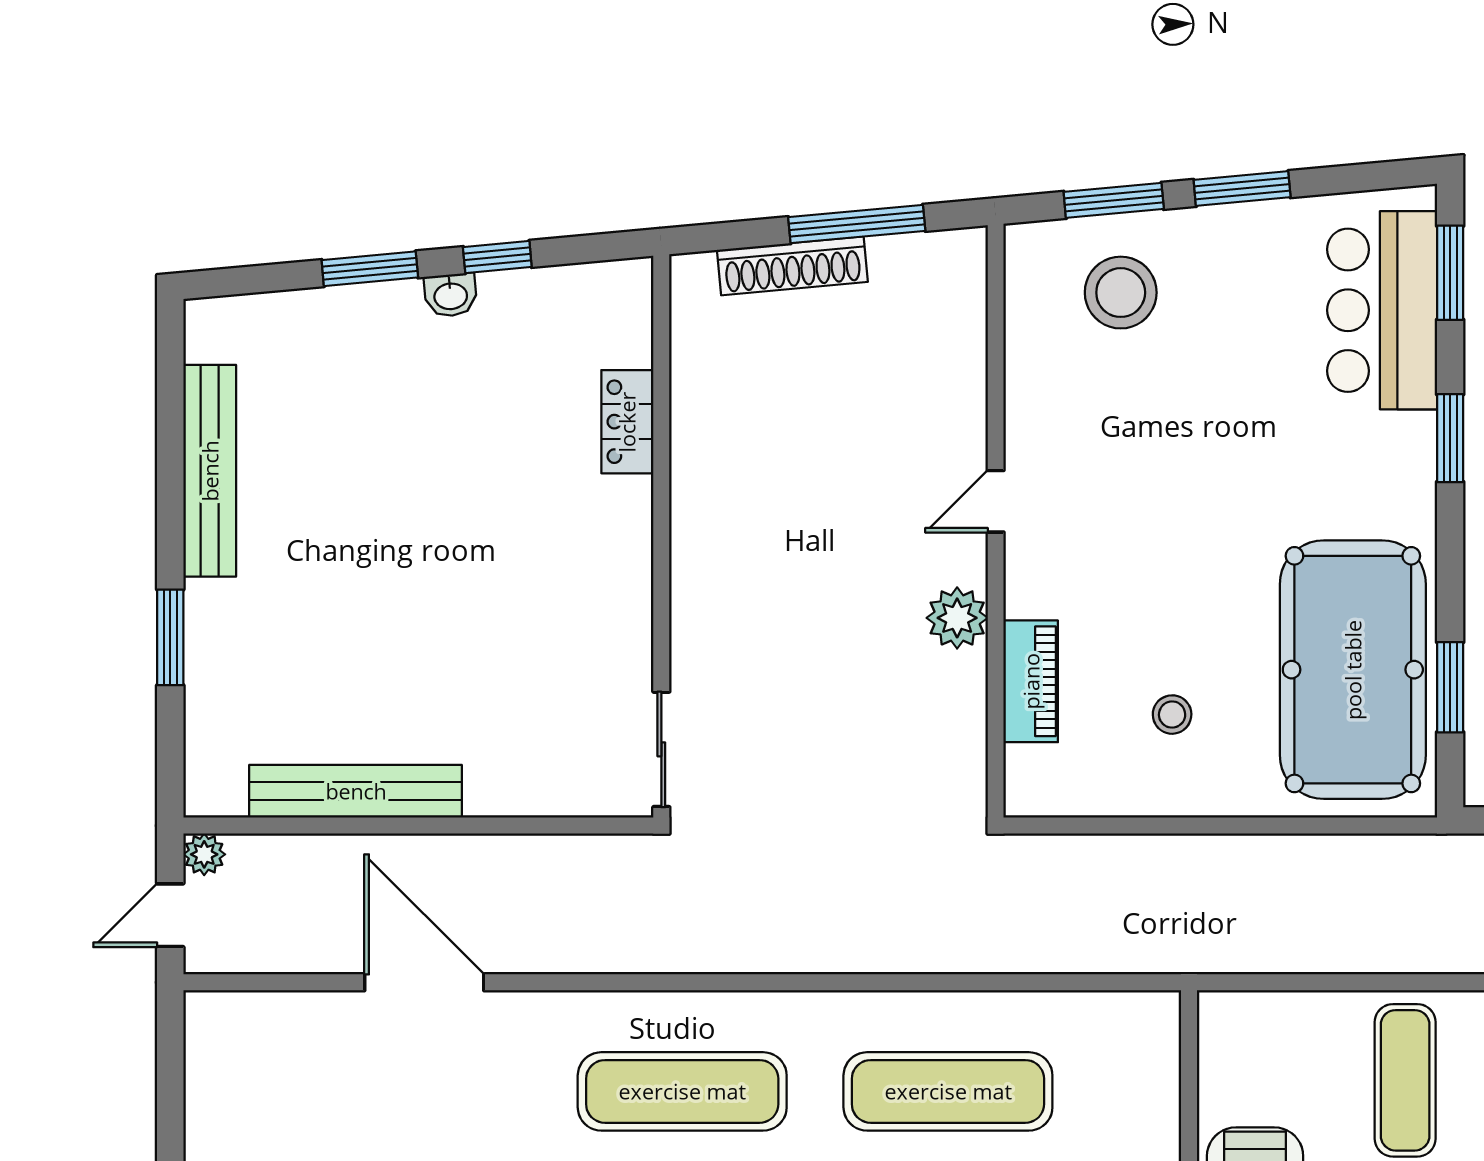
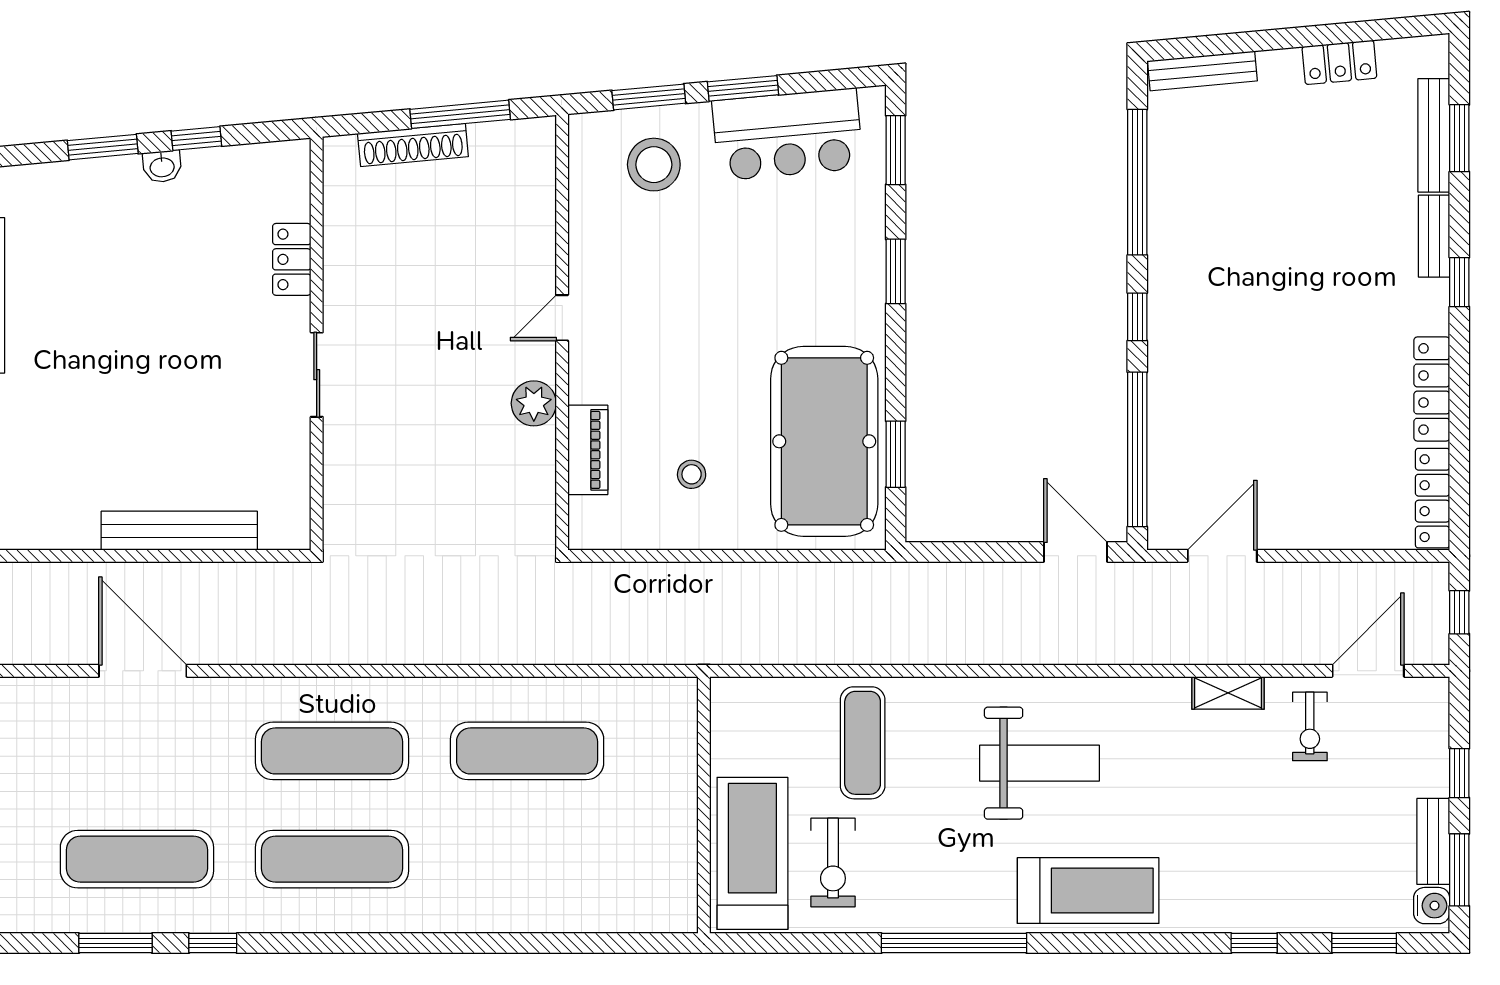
bar counter: (1382, 310) -> (788, 134), moved, turned -95
sliding door: (661, 749) -> (317, 375), moved
bench: (356, 791) -> (179, 531), moved

